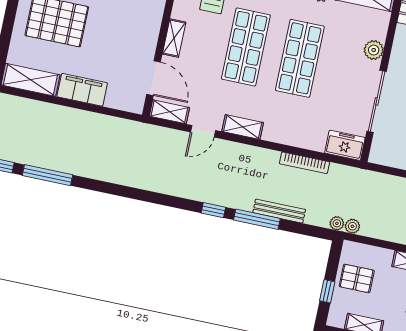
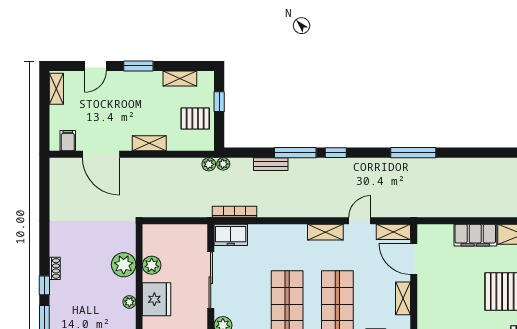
bookcase: (305, 163) -> (234, 212), moved
window: (48, 175) -> (413, 153), moved
bench: (279, 211) -> (271, 164), width x0.73

